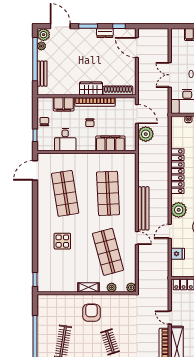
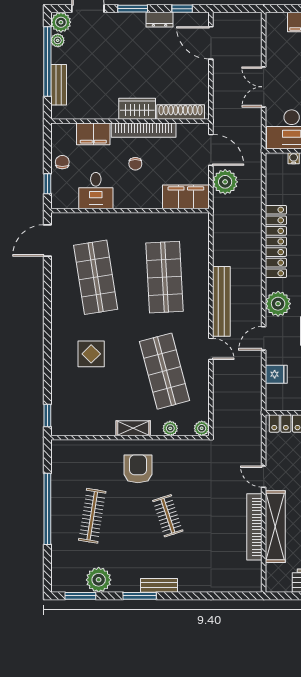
filing cabinet: (110, 143) -> (186, 197), moved

